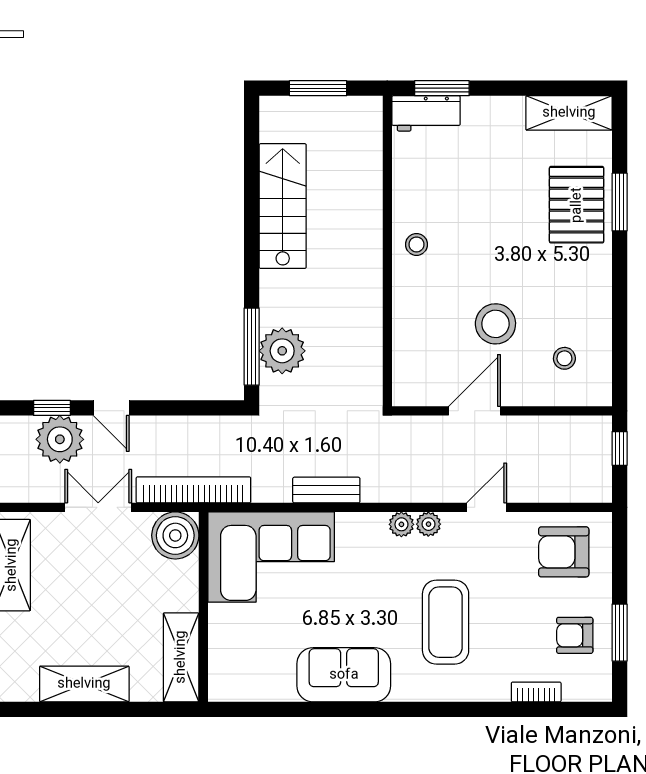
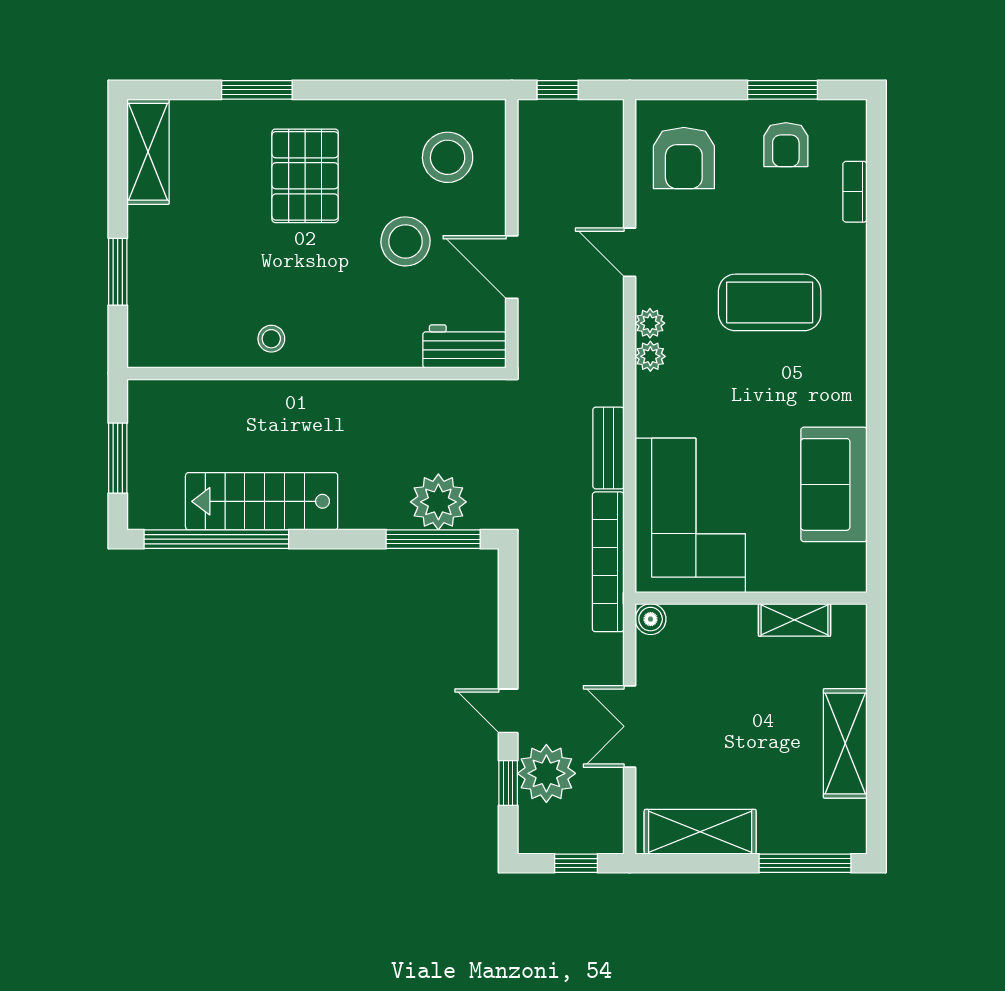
window: (442, 88) -> (118, 272), moved
workbench: (426, 113) -> (465, 346), moved, turned -90
window: (252, 169) -> (216, 539), added
pallet: (577, 205) -> (305, 176), moved, turned 90
stool: (416, 244) -> (271, 339), moved
stool: (564, 358) -> (448, 157), width x1.89, depth x1.89
door: (111, 408) -> (508, 711), swing flipped
bookcase: (193, 490) -> (608, 562), moved
boiler: (175, 535) -> (651, 619), width x0.54, depth x0.54
shelving: (181, 657) -> (795, 620), width x0.67, depth x0.75
sofa: (344, 675) -> (834, 484), moved

